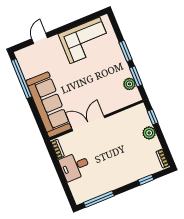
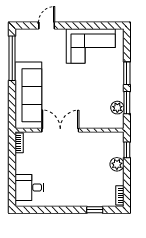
desk: (75, 166) -> (29, 187), moved
window: (99, 199) -> (40, 210), removed

